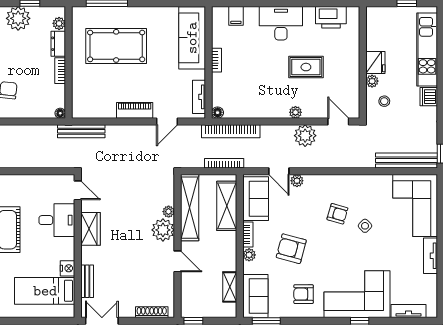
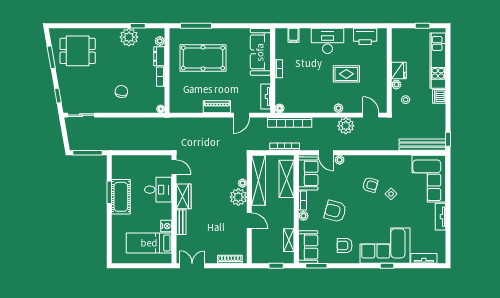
bench: (81, 131) -> (176, 122), removed
bench: (87, 281) -> (181, 222), moved
window: (193, 321) -> (276, 266), moved

